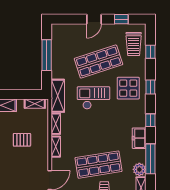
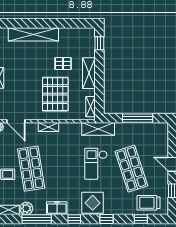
display table: (128, 88) -> (93, 203), moved
checkout: (93, 98) -> (96, 164), turned 180
shelving: (56, 124) -> (71, 127), removed
pallet: (22, 140) -> (55, 94), width x2.05, depth x2.00

